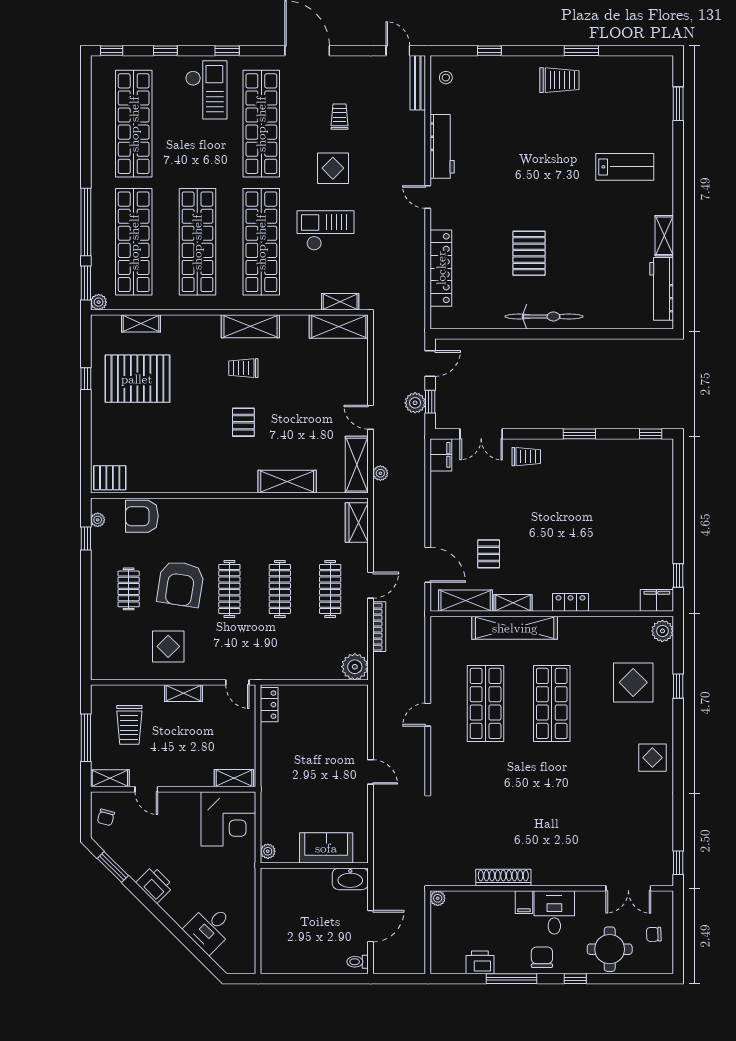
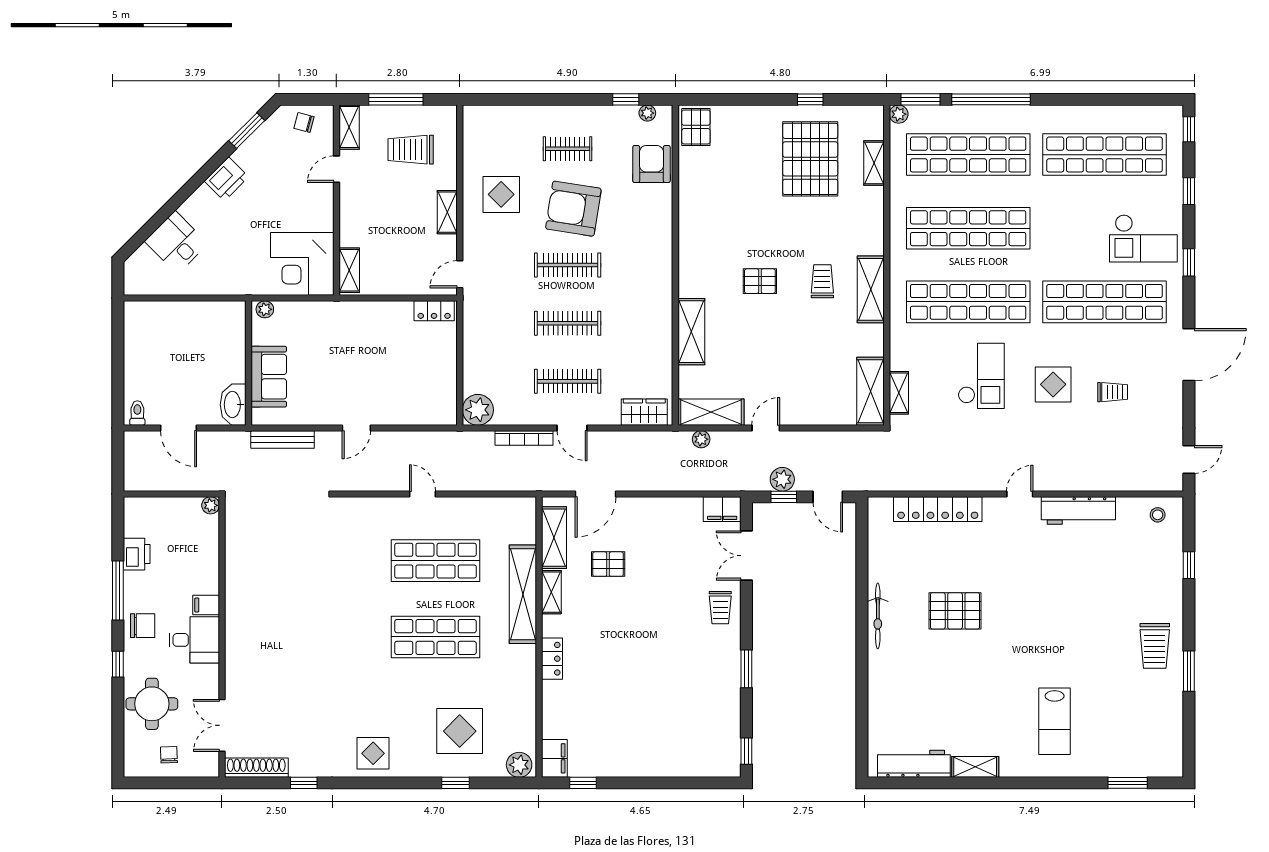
bench: (418, 83) -> (283, 439), moved
bicycle: (544, 316) -> (878, 616), width x0.73, depth x0.71
window: (678, 863) -> (304, 783), moved
shoe rack: (503, 878) -> (256, 768), moved, turned -90

